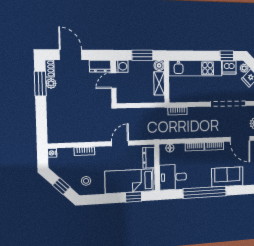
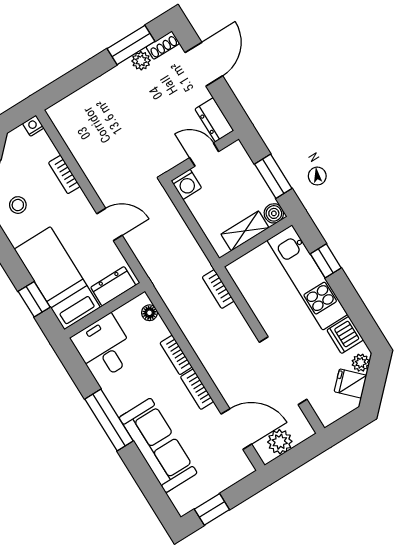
window: (227, 56) -> (326, 261), moved
washing machine: (122, 66) -> (186, 184), moved
door: (240, 139) -> (236, 429), swing flipped
sofa: (227, 177) -> (158, 445), width x1.36
window: (205, 192) -> (109, 420), width x0.68

